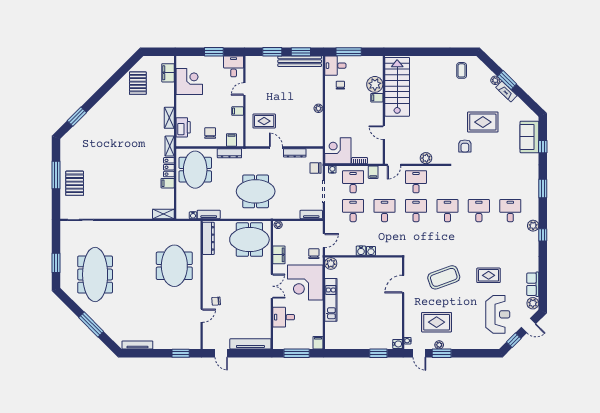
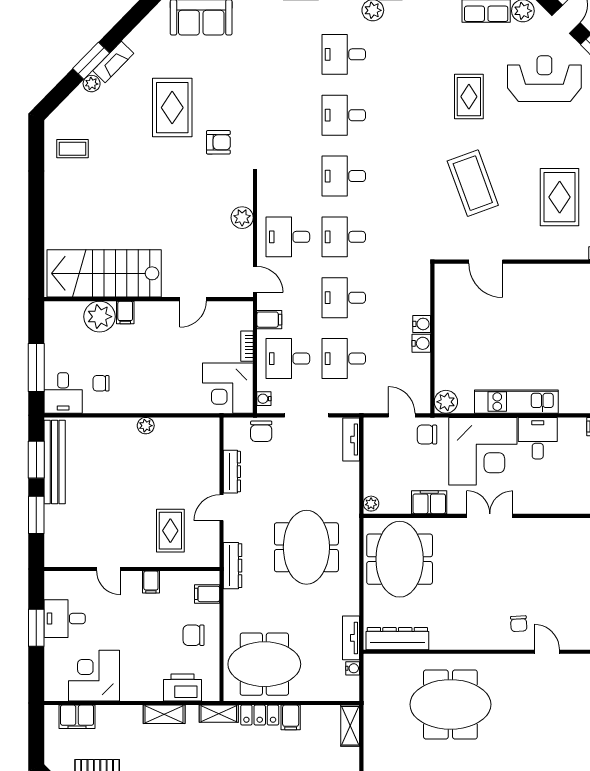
desk: (234, 66) -> (65, 619), moved
dresser: (229, 153) -> (233, 566), moved
desk: (284, 317) -> (538, 438), moved, turned 180

